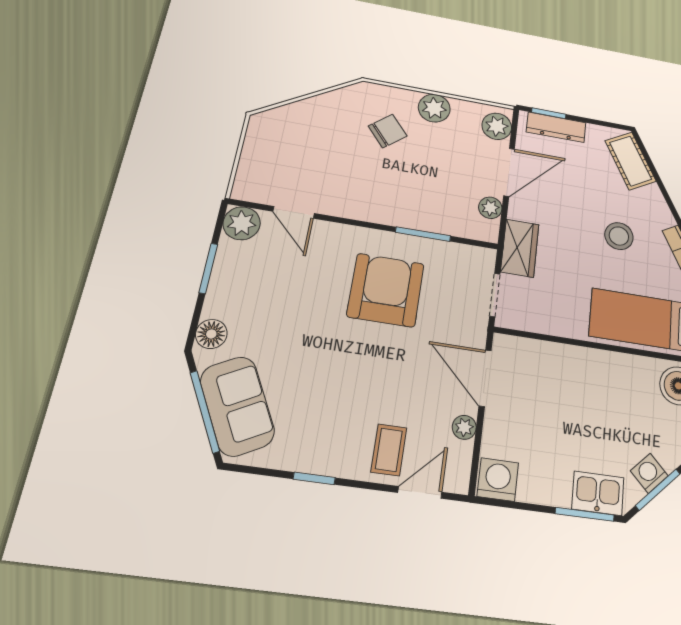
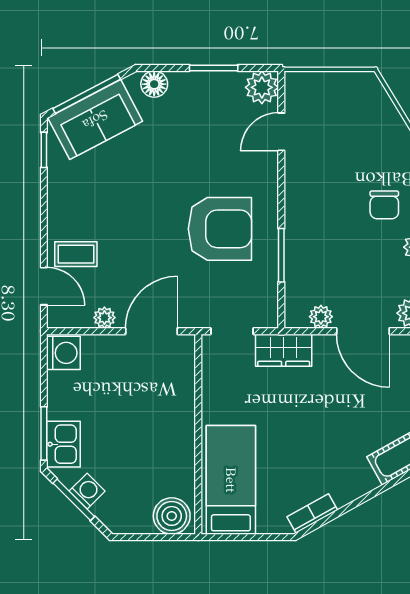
chair: (388, 131) -> (384, 205), turned 40
stool: (619, 236) -> (314, 449), removed
window: (314, 478) -> (44, 150), moved

